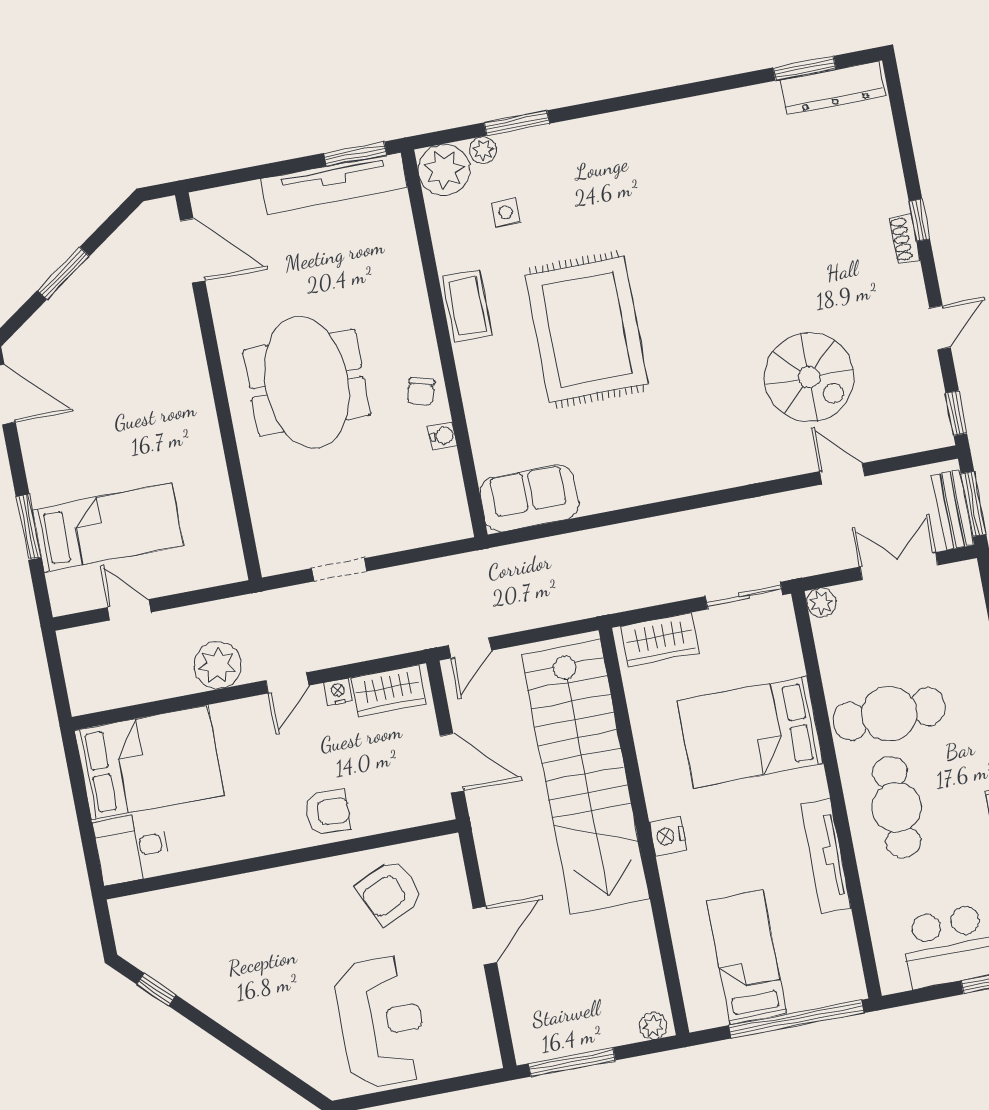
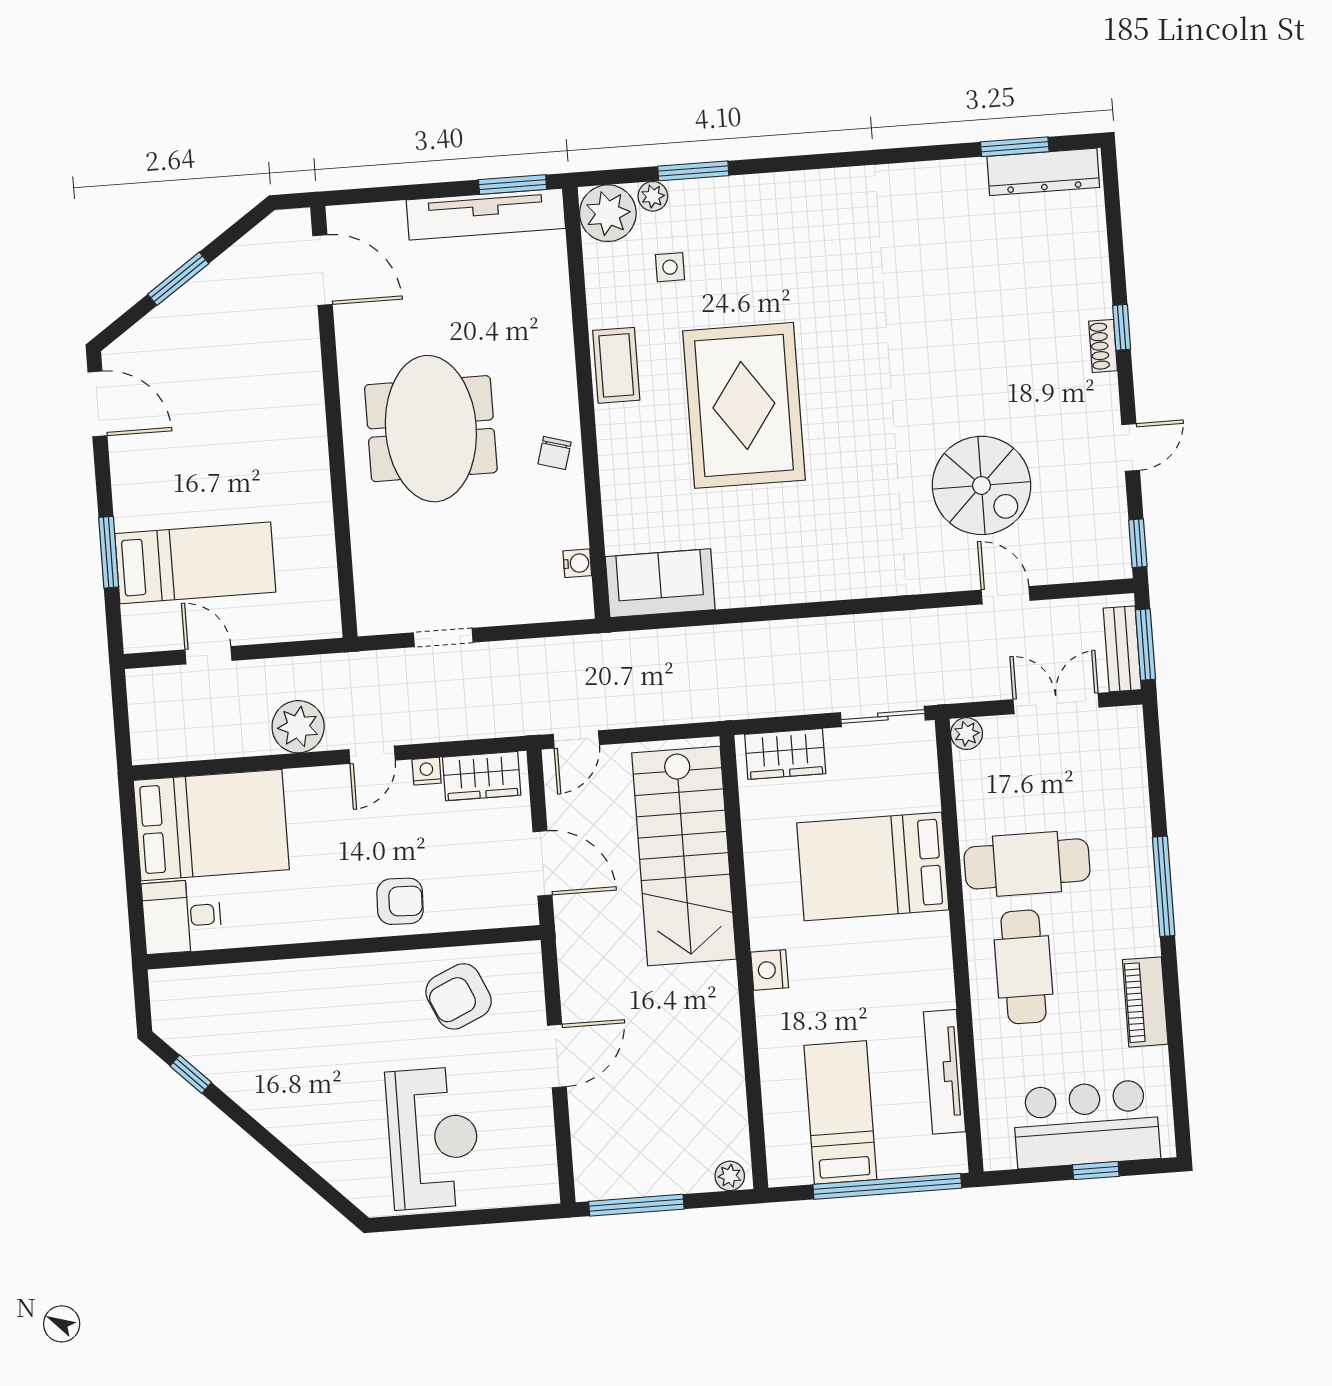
water cooler: (442, 436) -> (577, 563), moved
stairs: (585, 777) -> (684, 856), width x0.73
tv unit: (826, 856) -> (944, 1072), moved

